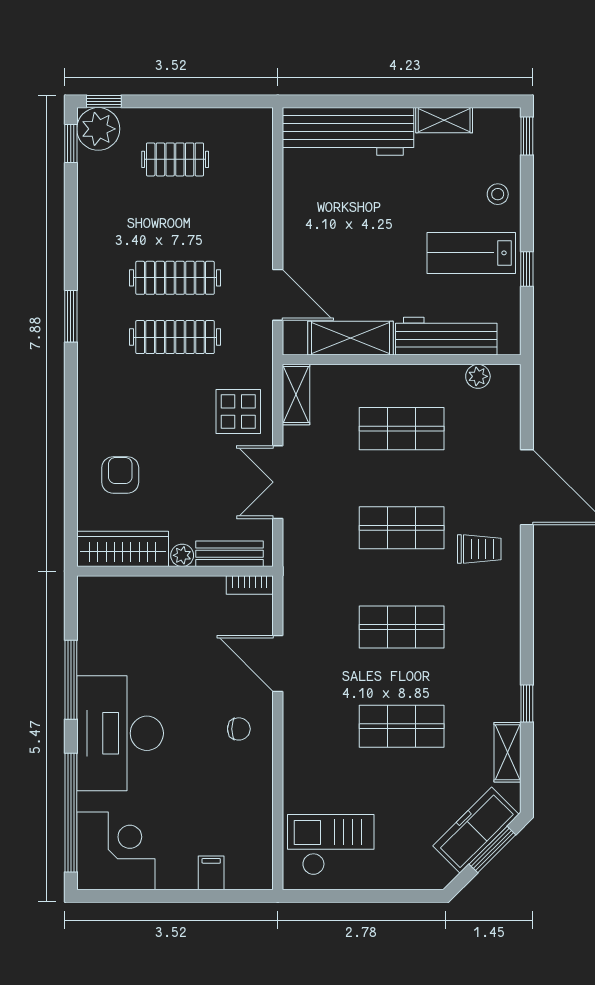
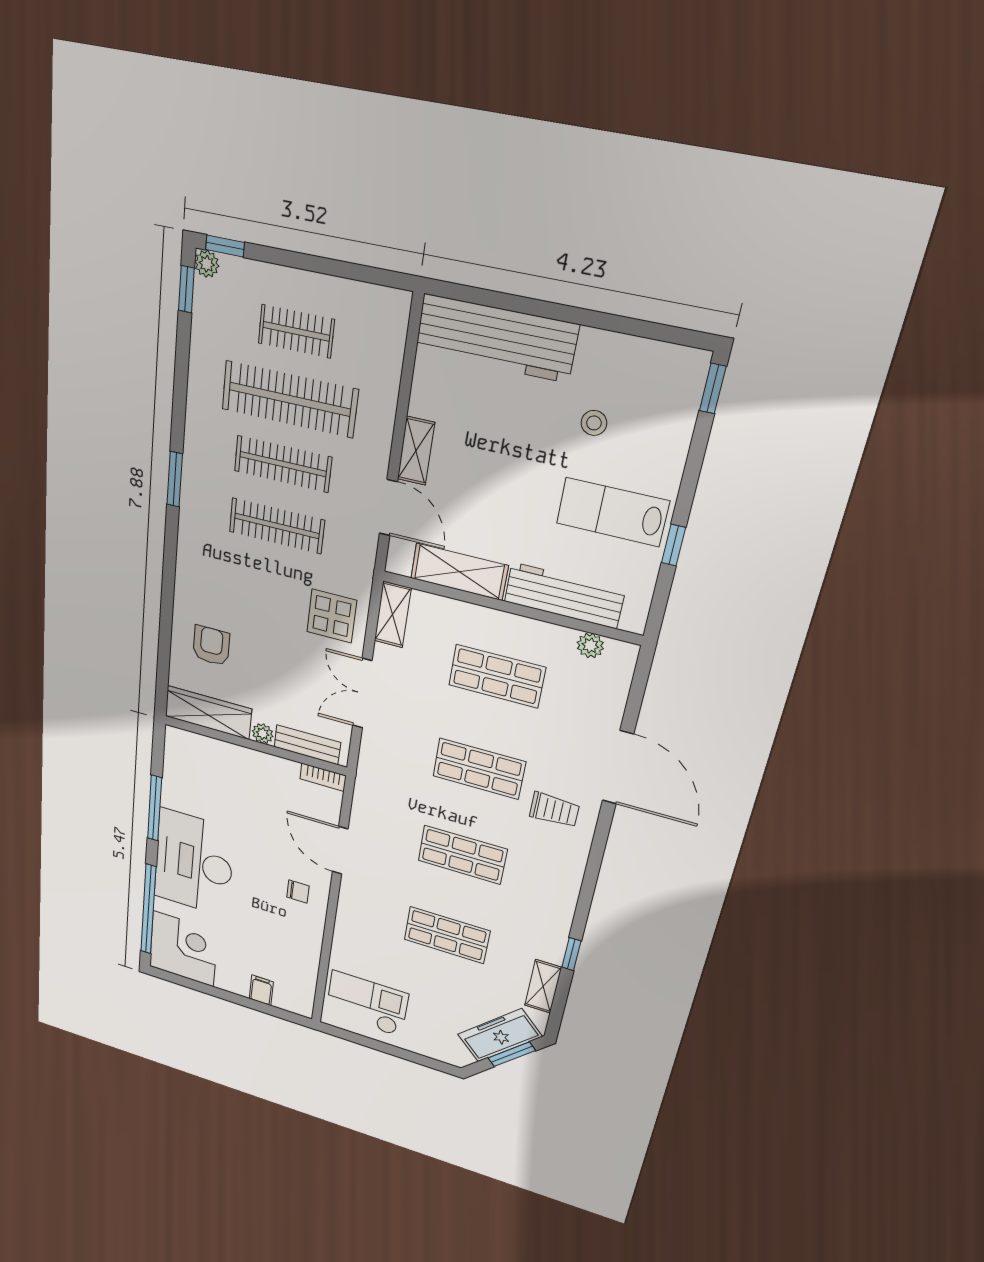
shelving: (444, 120) -> (416, 451), moved, turned 90
plant: (98, 129) -> (207, 264), width x0.53, depth x0.53
stool: (498, 194) -> (594, 423), moved
clothes rail: (175, 219) -> (289, 399), added

